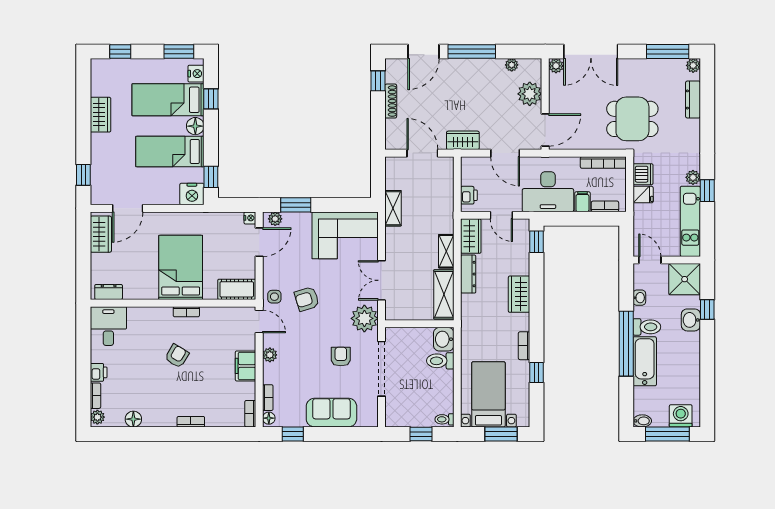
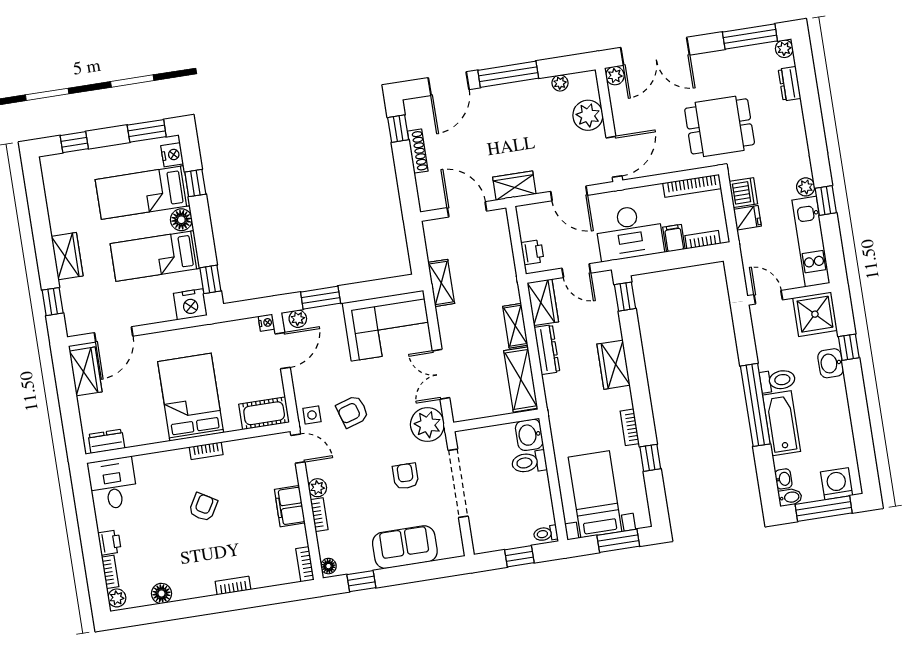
dresser: (693, 99) -> (790, 84), width x0.70
wardrobe: (100, 115) -> (67, 256), moved
washbasin: (639, 298) -> (783, 479), moved
bookcase: (268, 398) -> (319, 515), moved

